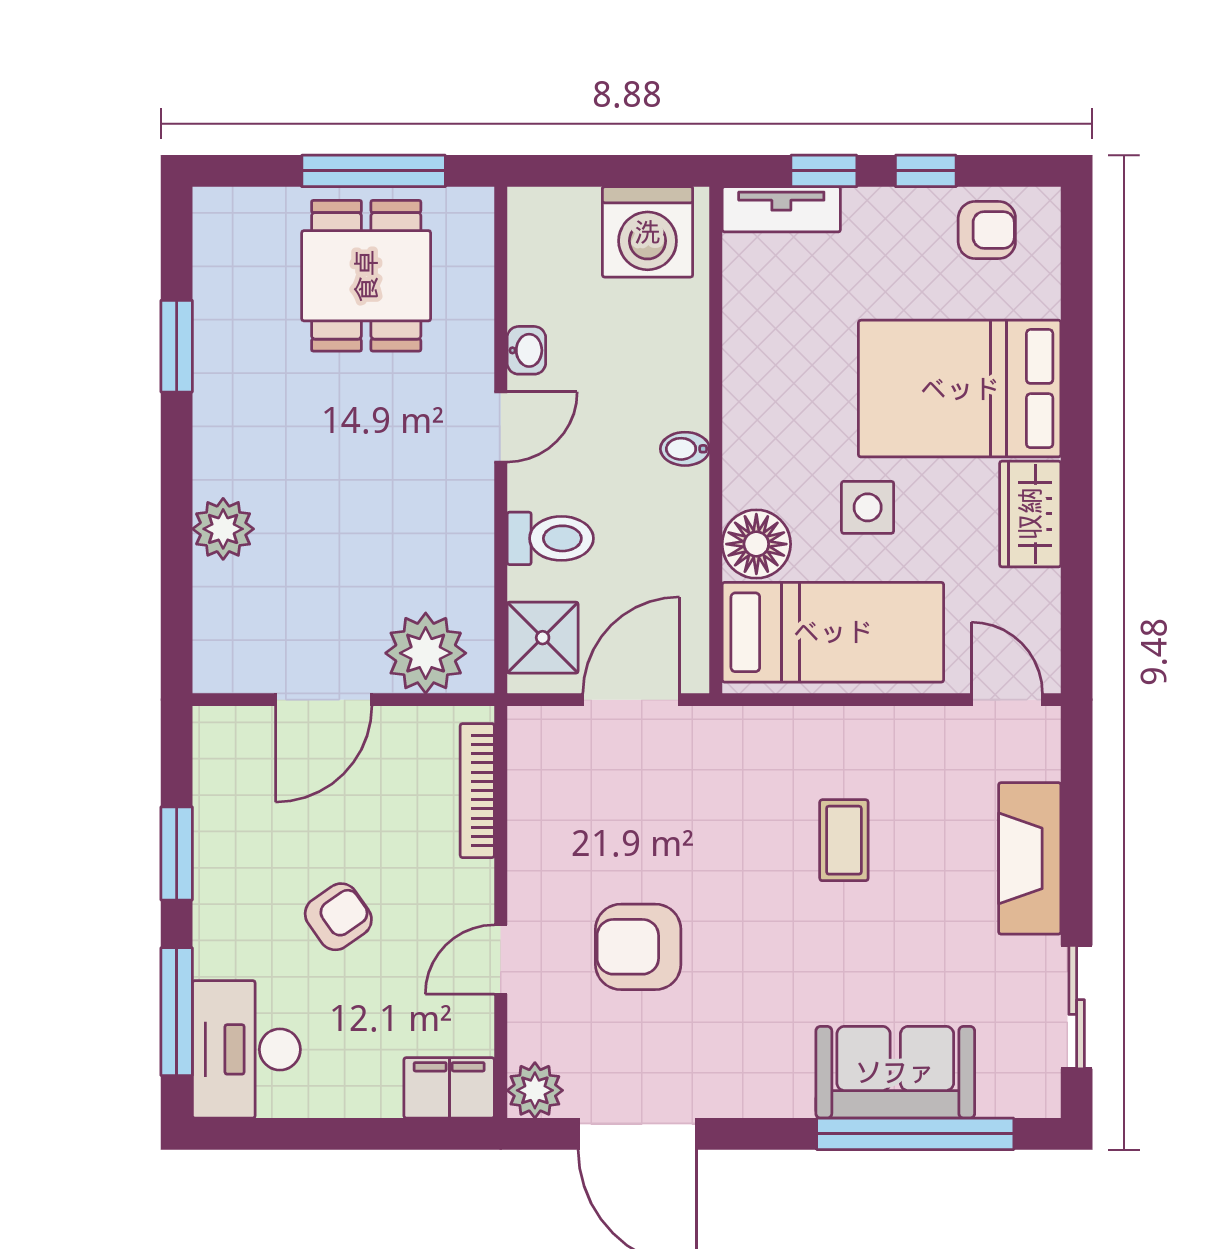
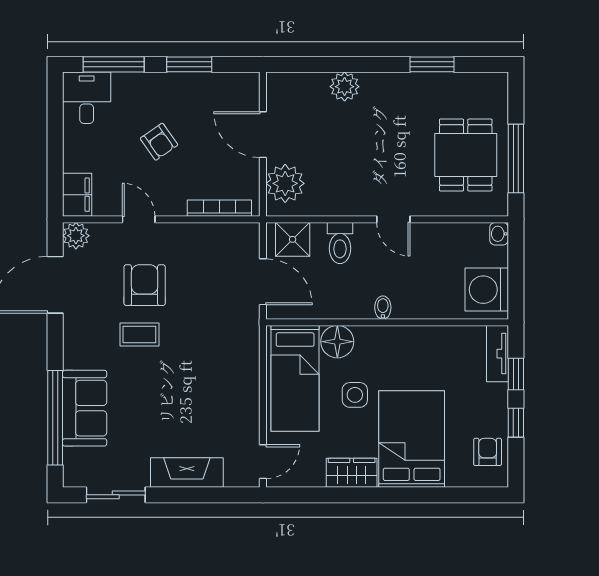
armchair: (987, 230) -> (488, 452), turned 180
dining table: (366, 276) -> (466, 155), turned 90
washbasin: (526, 350) -> (499, 234), moved, turned 90
coffee table: (844, 840) -> (139, 334), moved
desk: (246, 1049) -> (87, 98), width x0.73

